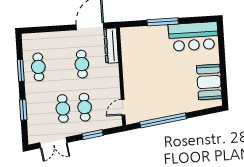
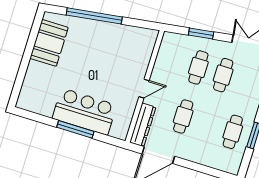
bar counter: (193, 36) -> (84, 112), moved
door: (123, 107) -> (144, 89), moved
window: (163, 120) -> (94, 16), moved

